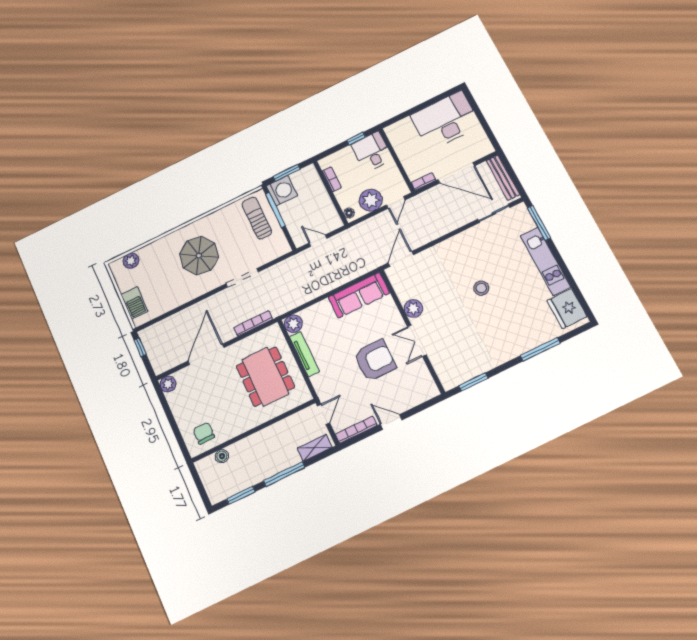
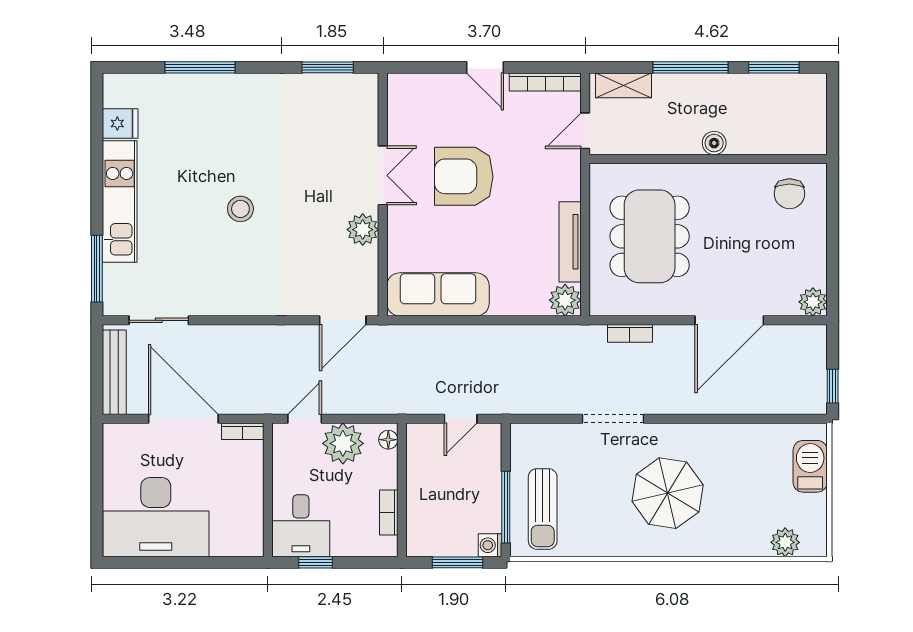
washing machine: (282, 191) -> (490, 545), width x0.53, depth x0.53
door: (318, 241) -> (461, 419), hinge flipped
fridge: (567, 309) -> (120, 123), width x0.53, depth x0.75
bookcase: (253, 323) -> (630, 333), width x0.64
boiler: (222, 456) -> (714, 143), moved

